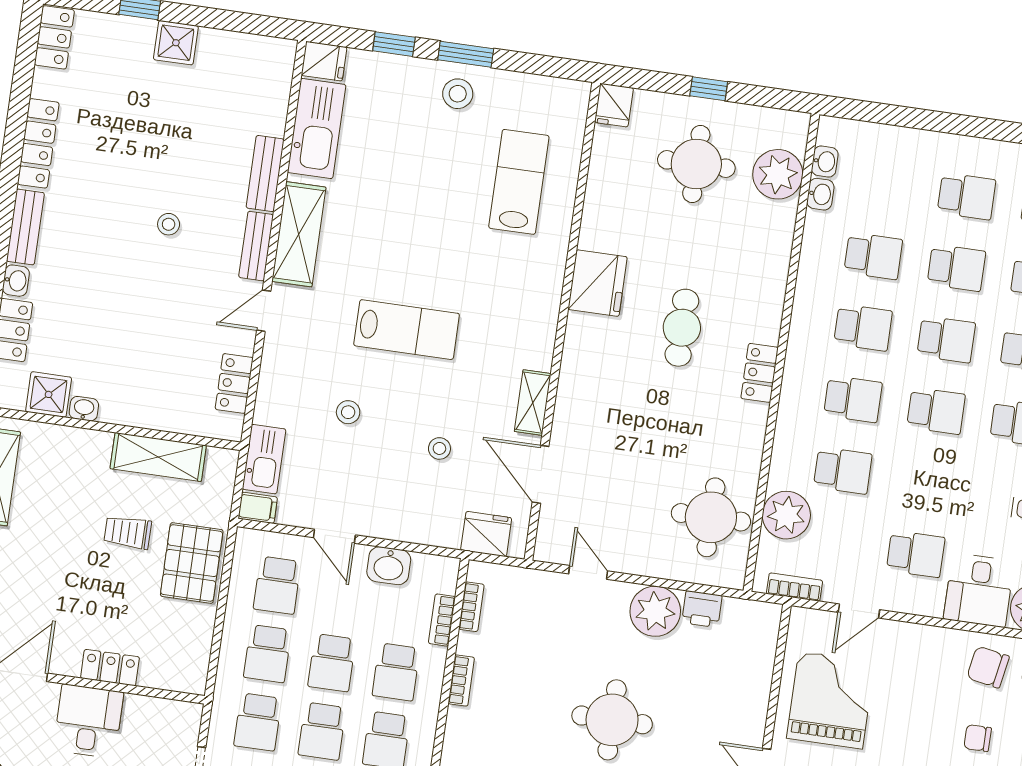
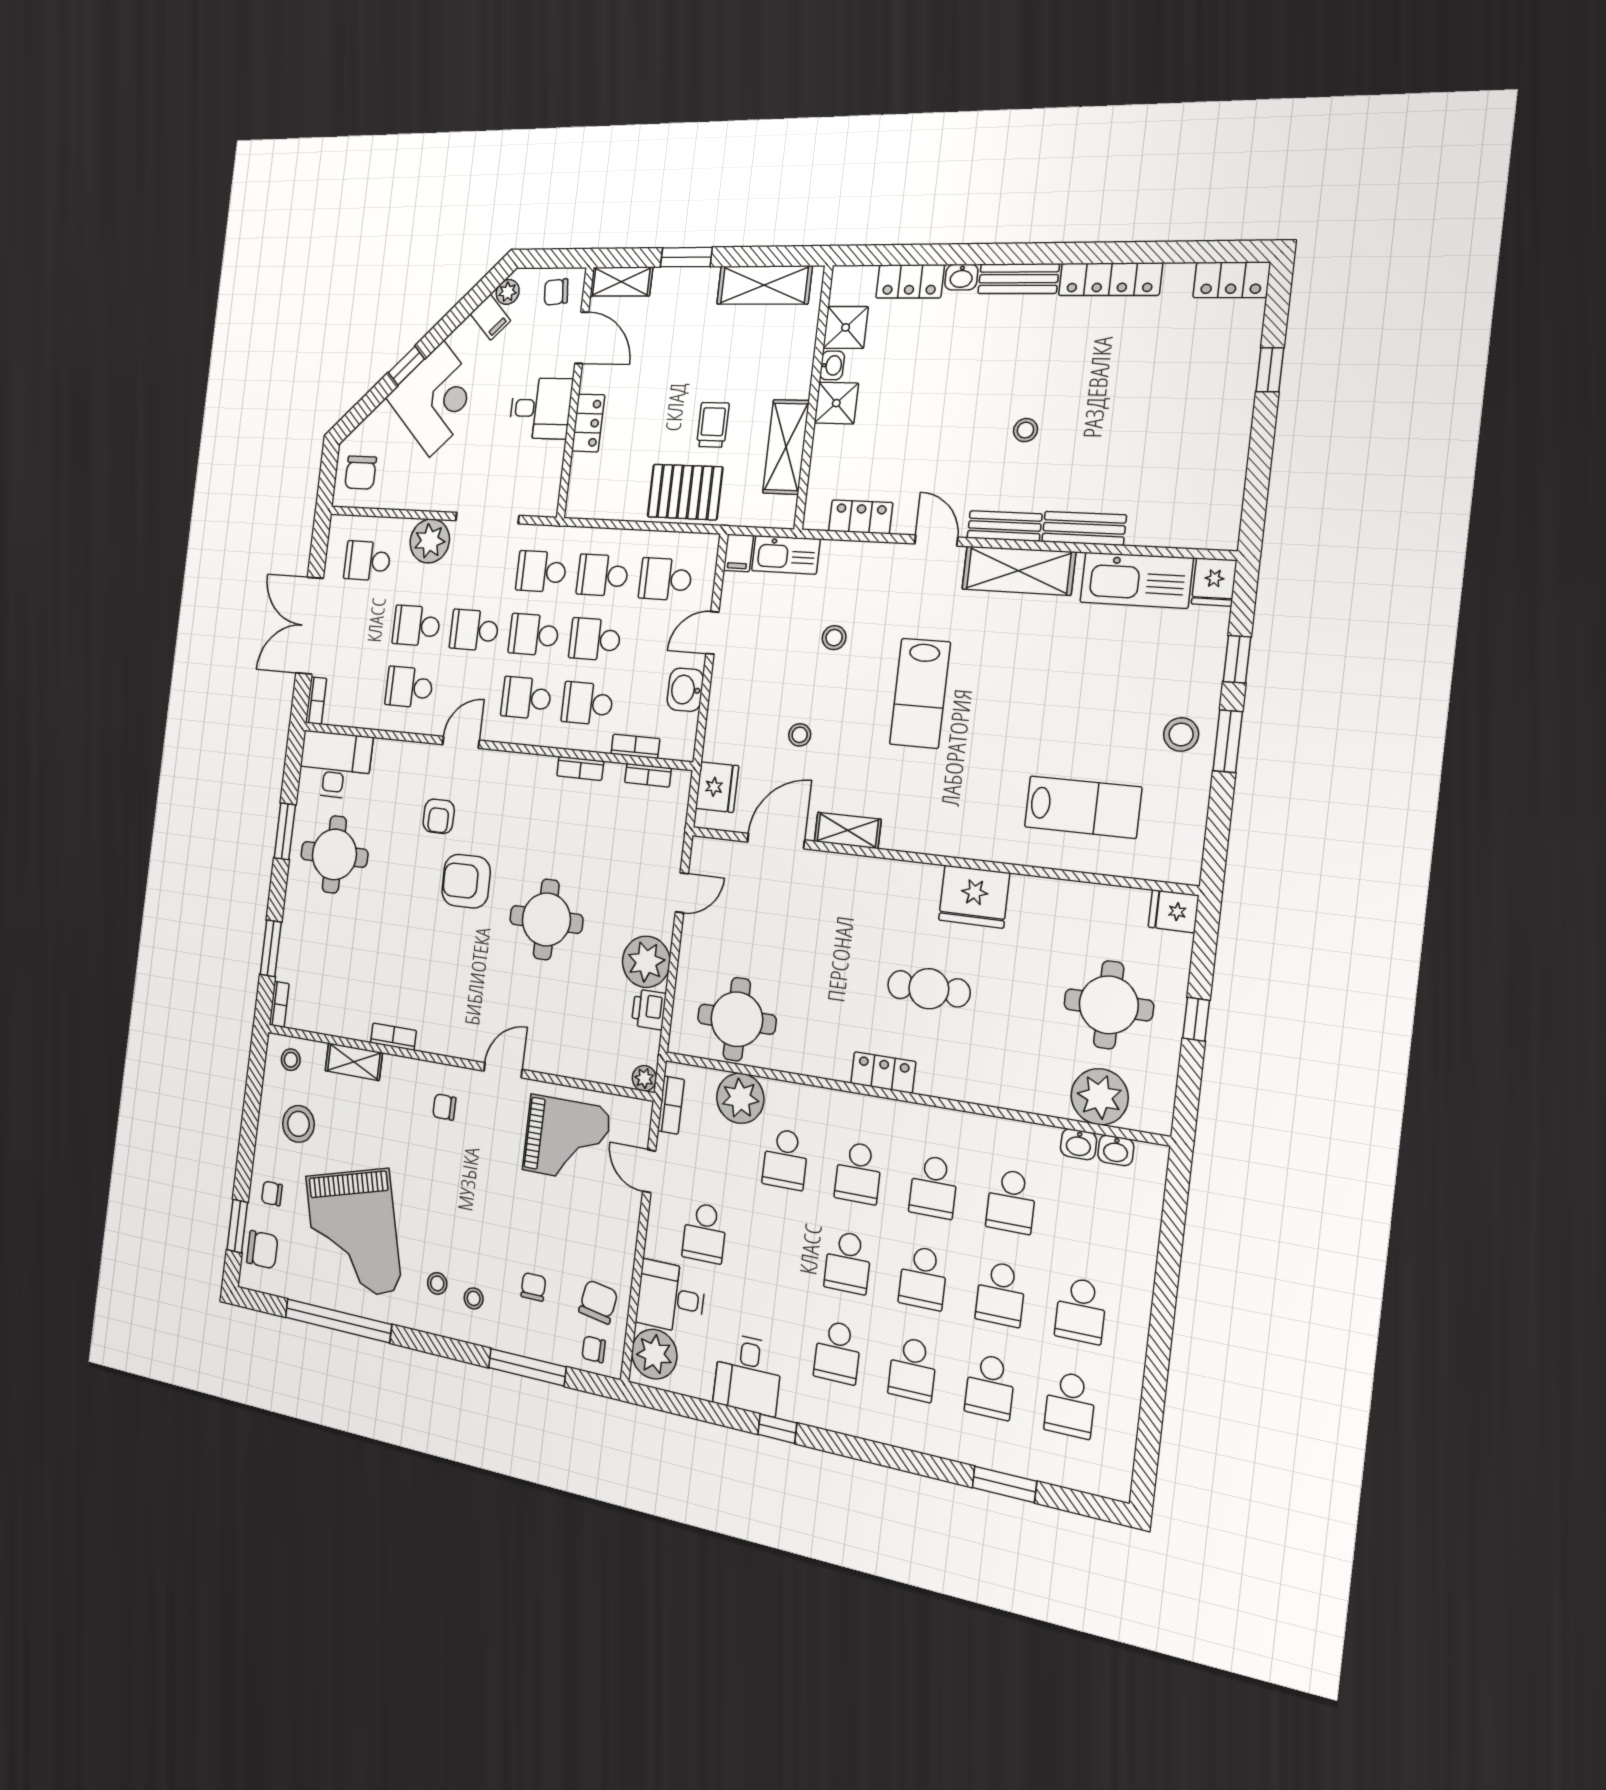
shower: (176, 43) -> (836, 403), moved
plant: (769, 615) -> (644, 1078), added

